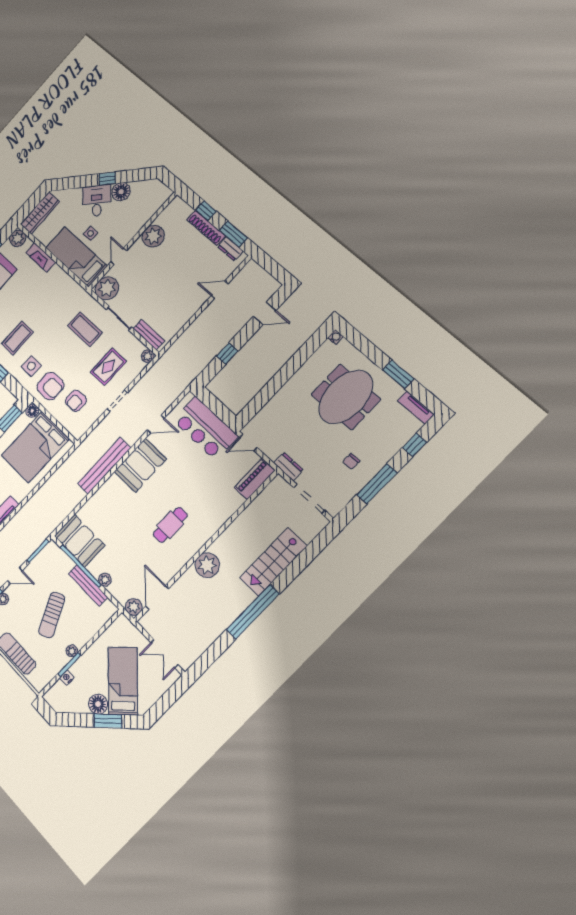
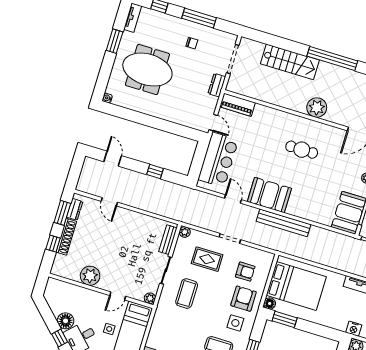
plant: (107, 288) -> (150, 298), width x0.53, depth x0.53

